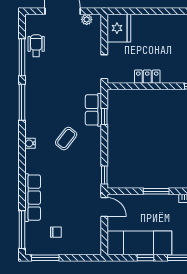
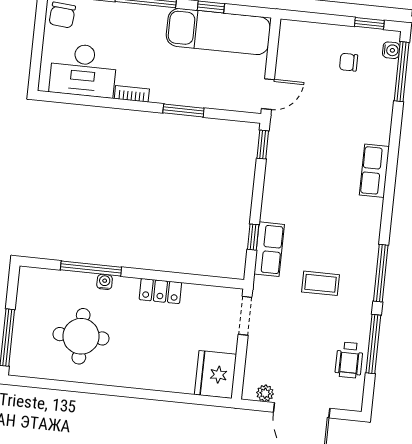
locker: (147, 77) -> (160, 291), moved
coffee table: (66, 139) -> (320, 283), moved, turned 52
water cooler: (30, 143) -> (391, 50), moved
row of seats: (33, 198) -> (374, 171), moved, width x0.68
door: (104, 207) -> (268, 94), swing flipped
window: (45, 258) -> (369, 23), width x0.67

